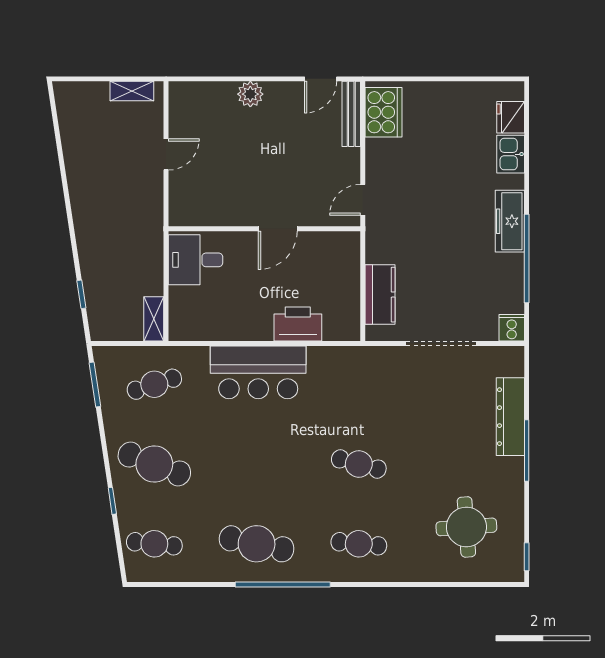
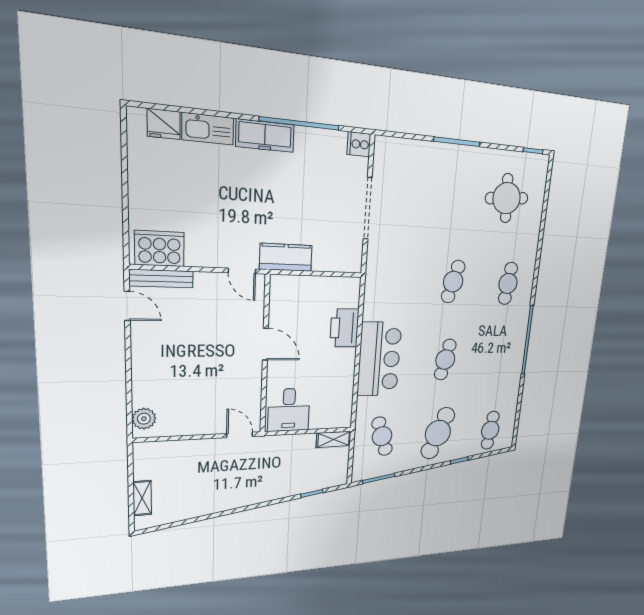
shelving: (132, 91) -> (142, 498), moved
plant: (250, 94) -> (144, 419), moved
door: (166, 154) -> (240, 435), moved
kitchen sink: (511, 154) -> (208, 129), width x1.38
kitchen counter: (380, 295) -> (286, 257), moved
dresser: (510, 417) -> (430, 153), removed
cafe table: (257, 544) -> (445, 360), moved, width x0.73, depth x0.74

